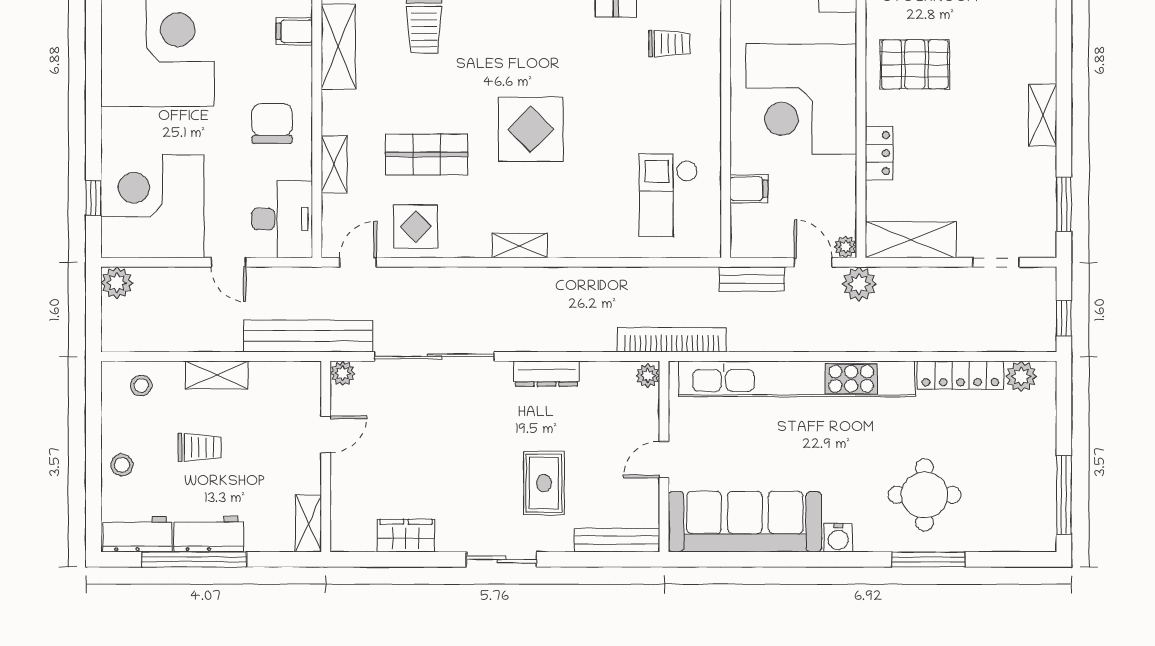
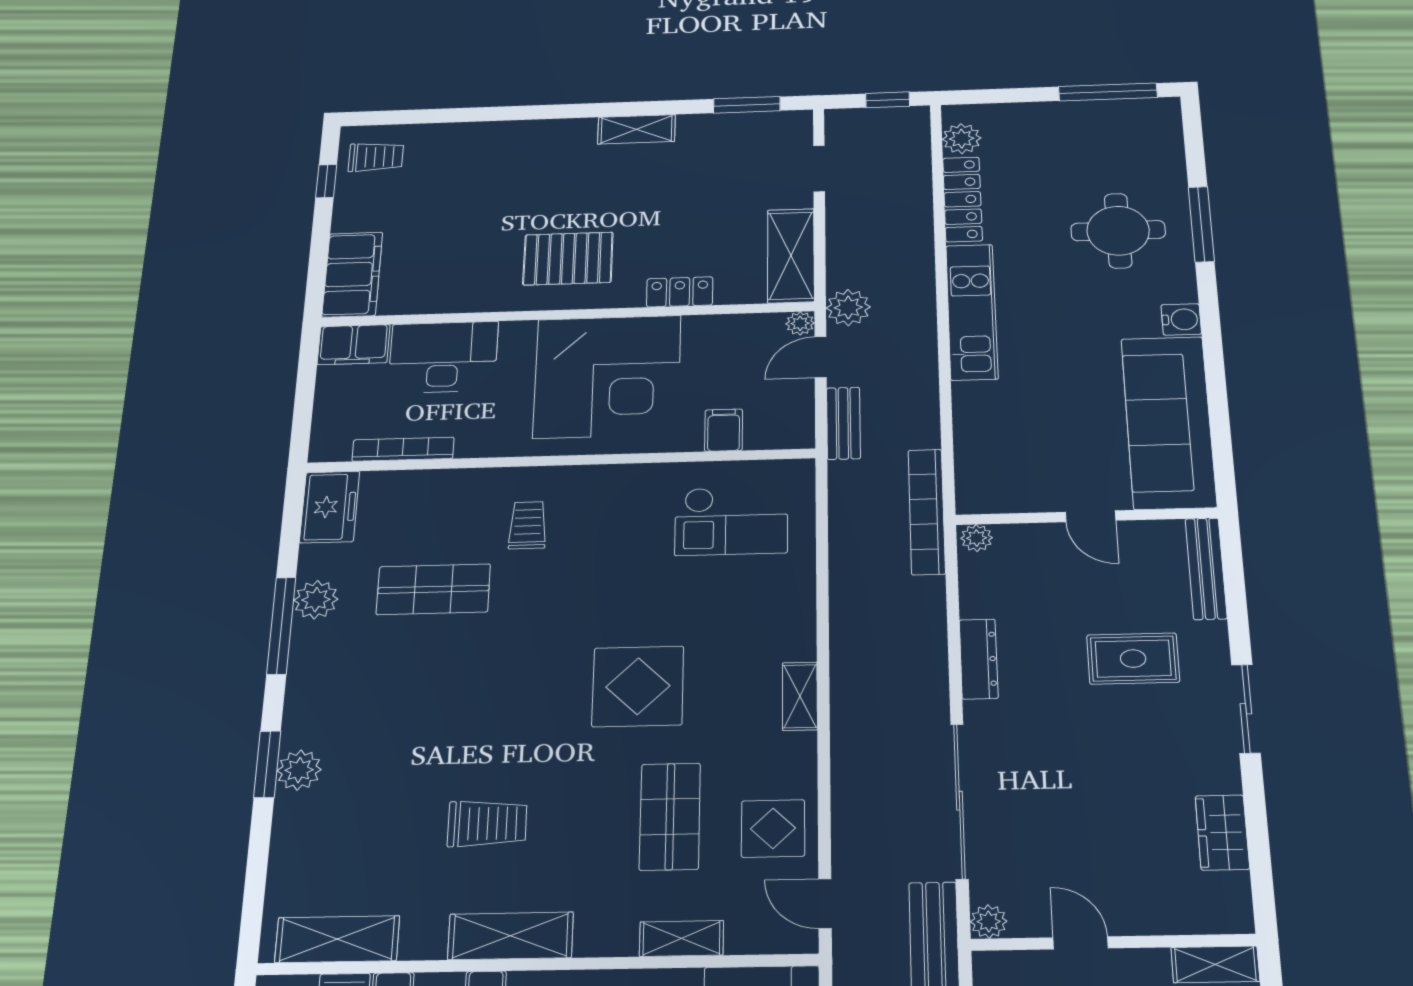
pallet: (915, 64) -> (568, 259), turned 90
kitchen unit: (797, 379) -> (972, 312), width x0.54

